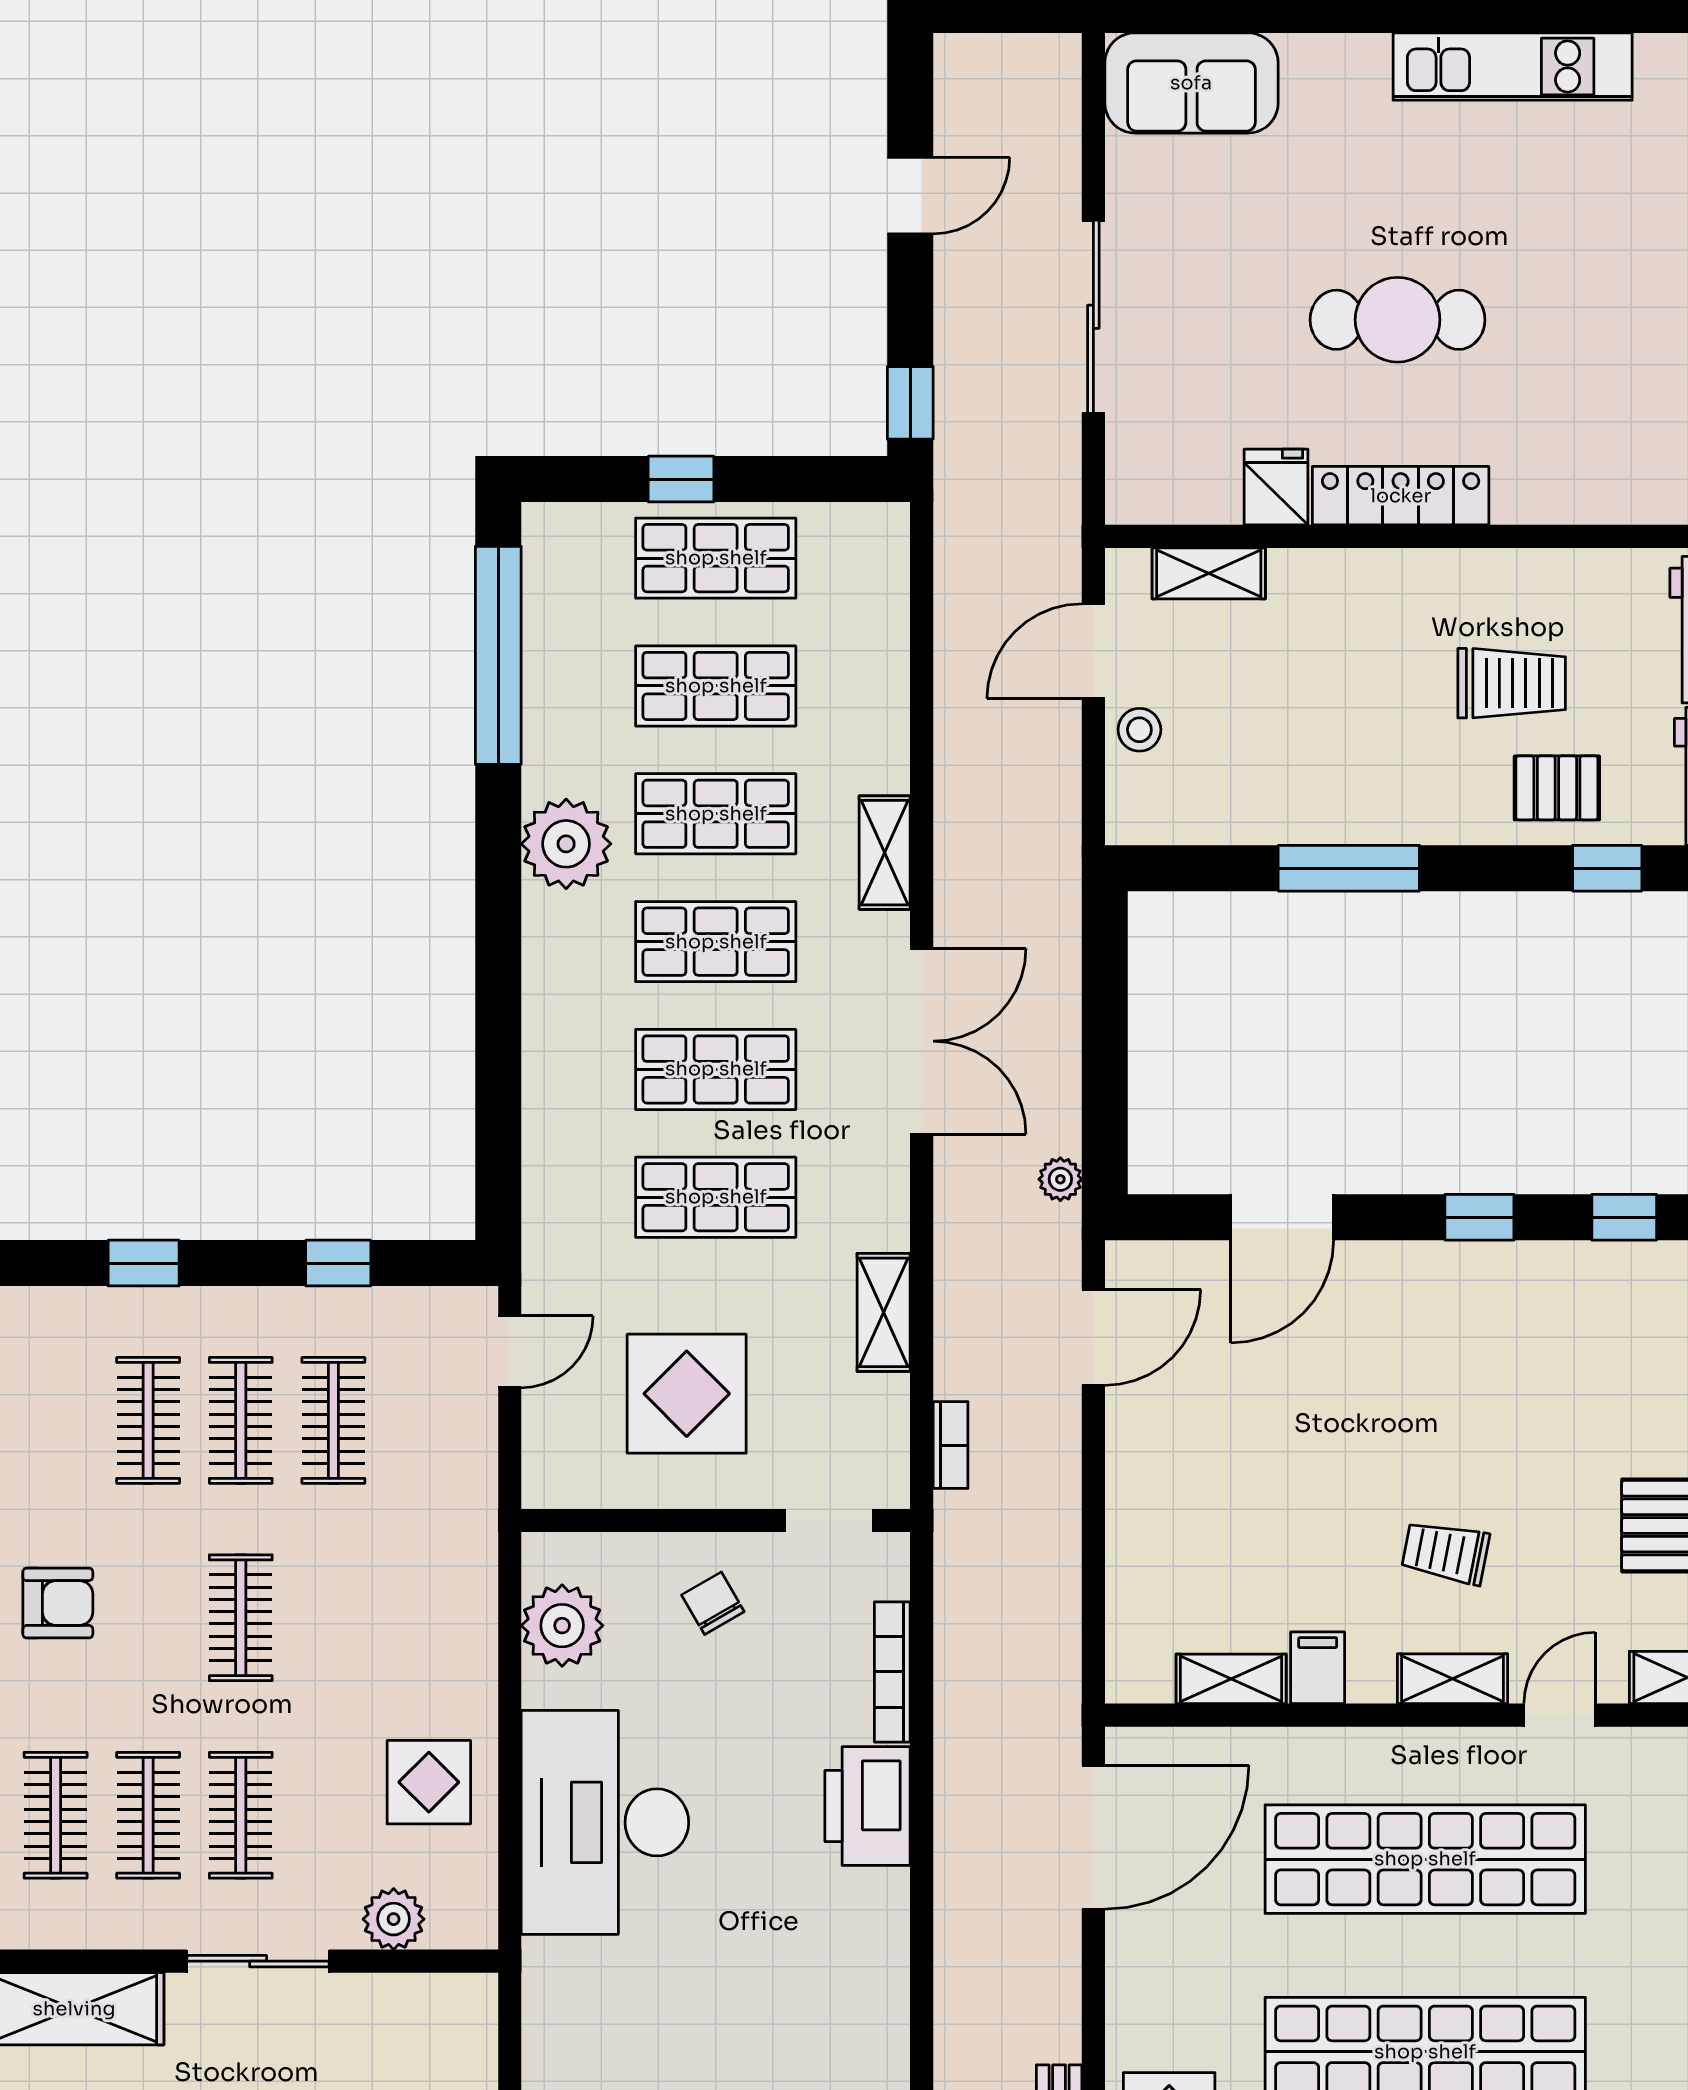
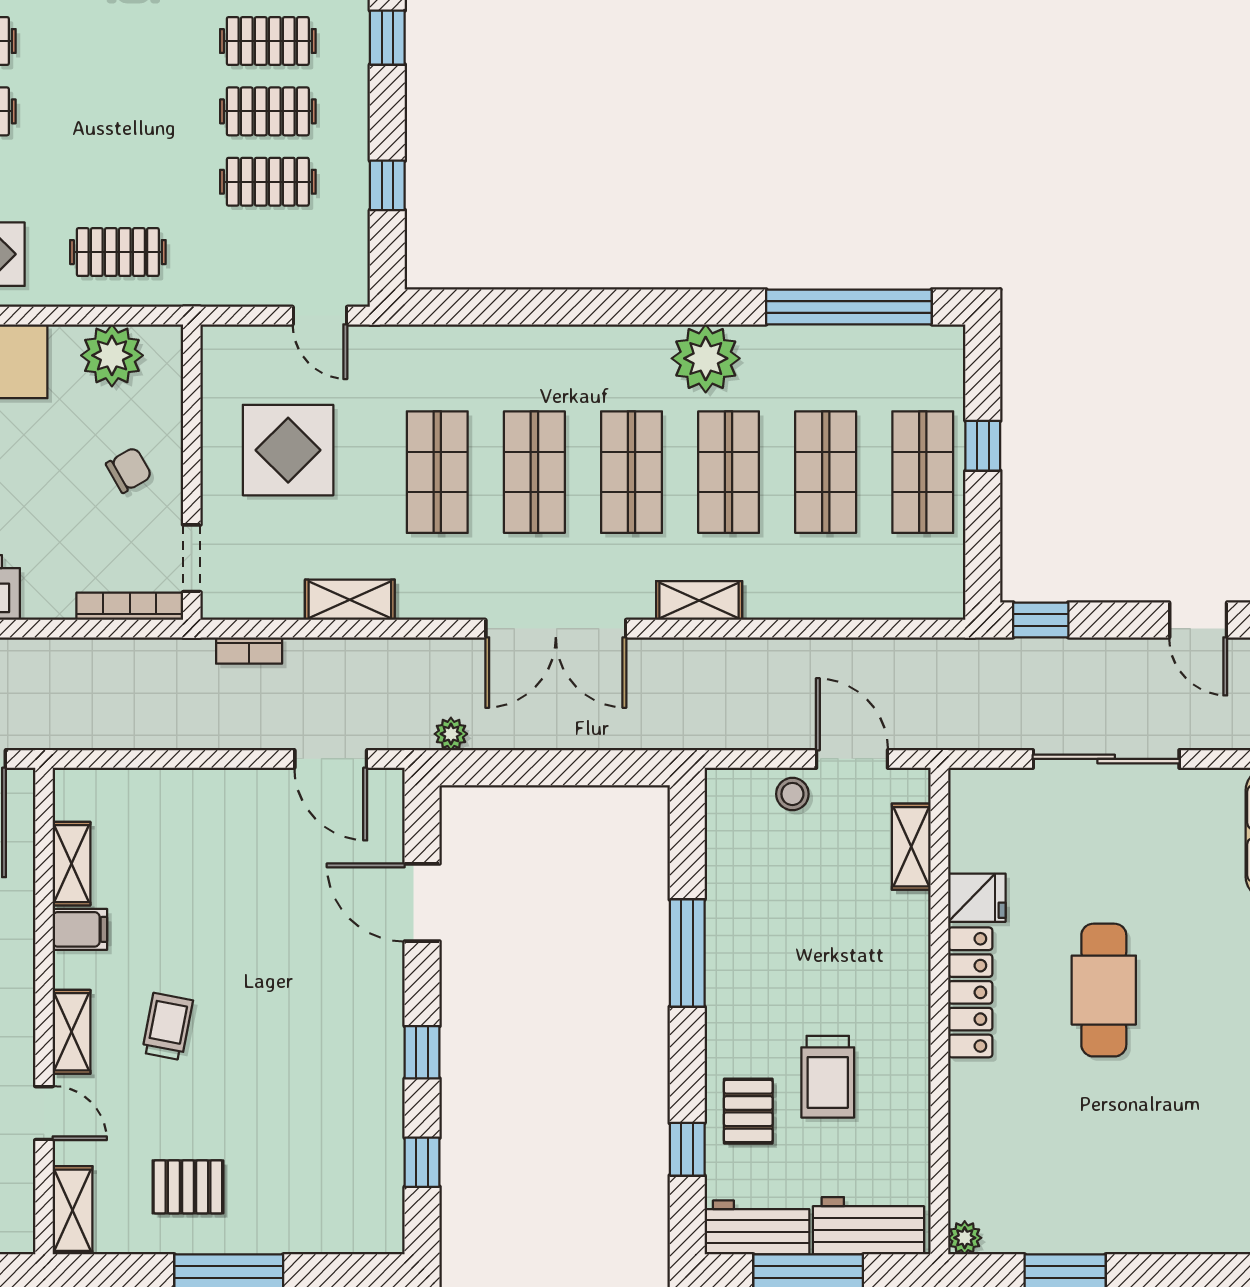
clothes rail: (241, 1618) -> (118, 252), moved
bookcase: (892, 1672) -> (130, 606), moved

